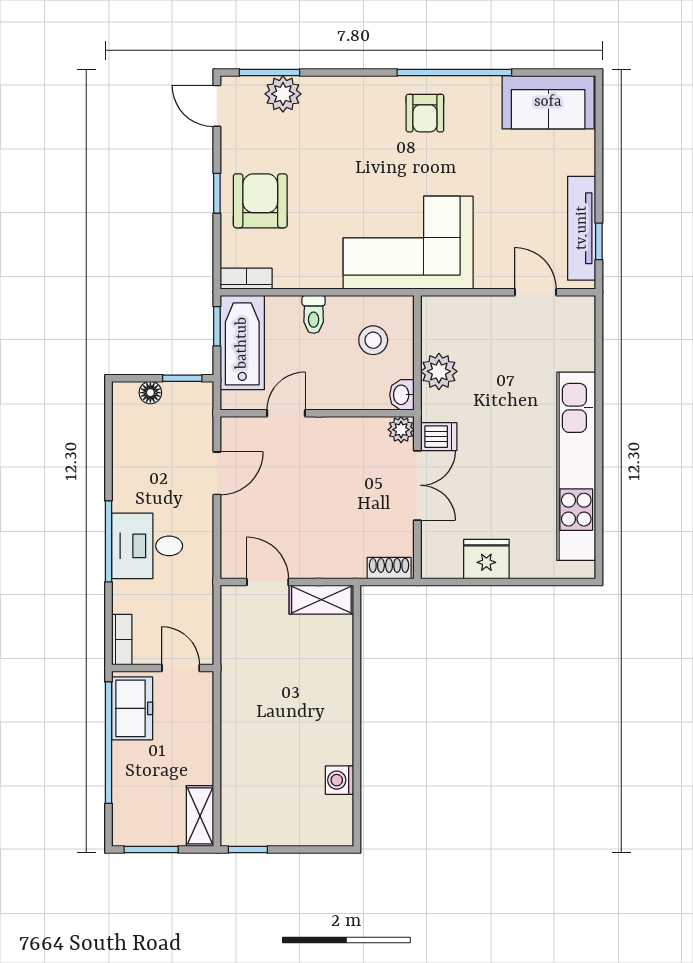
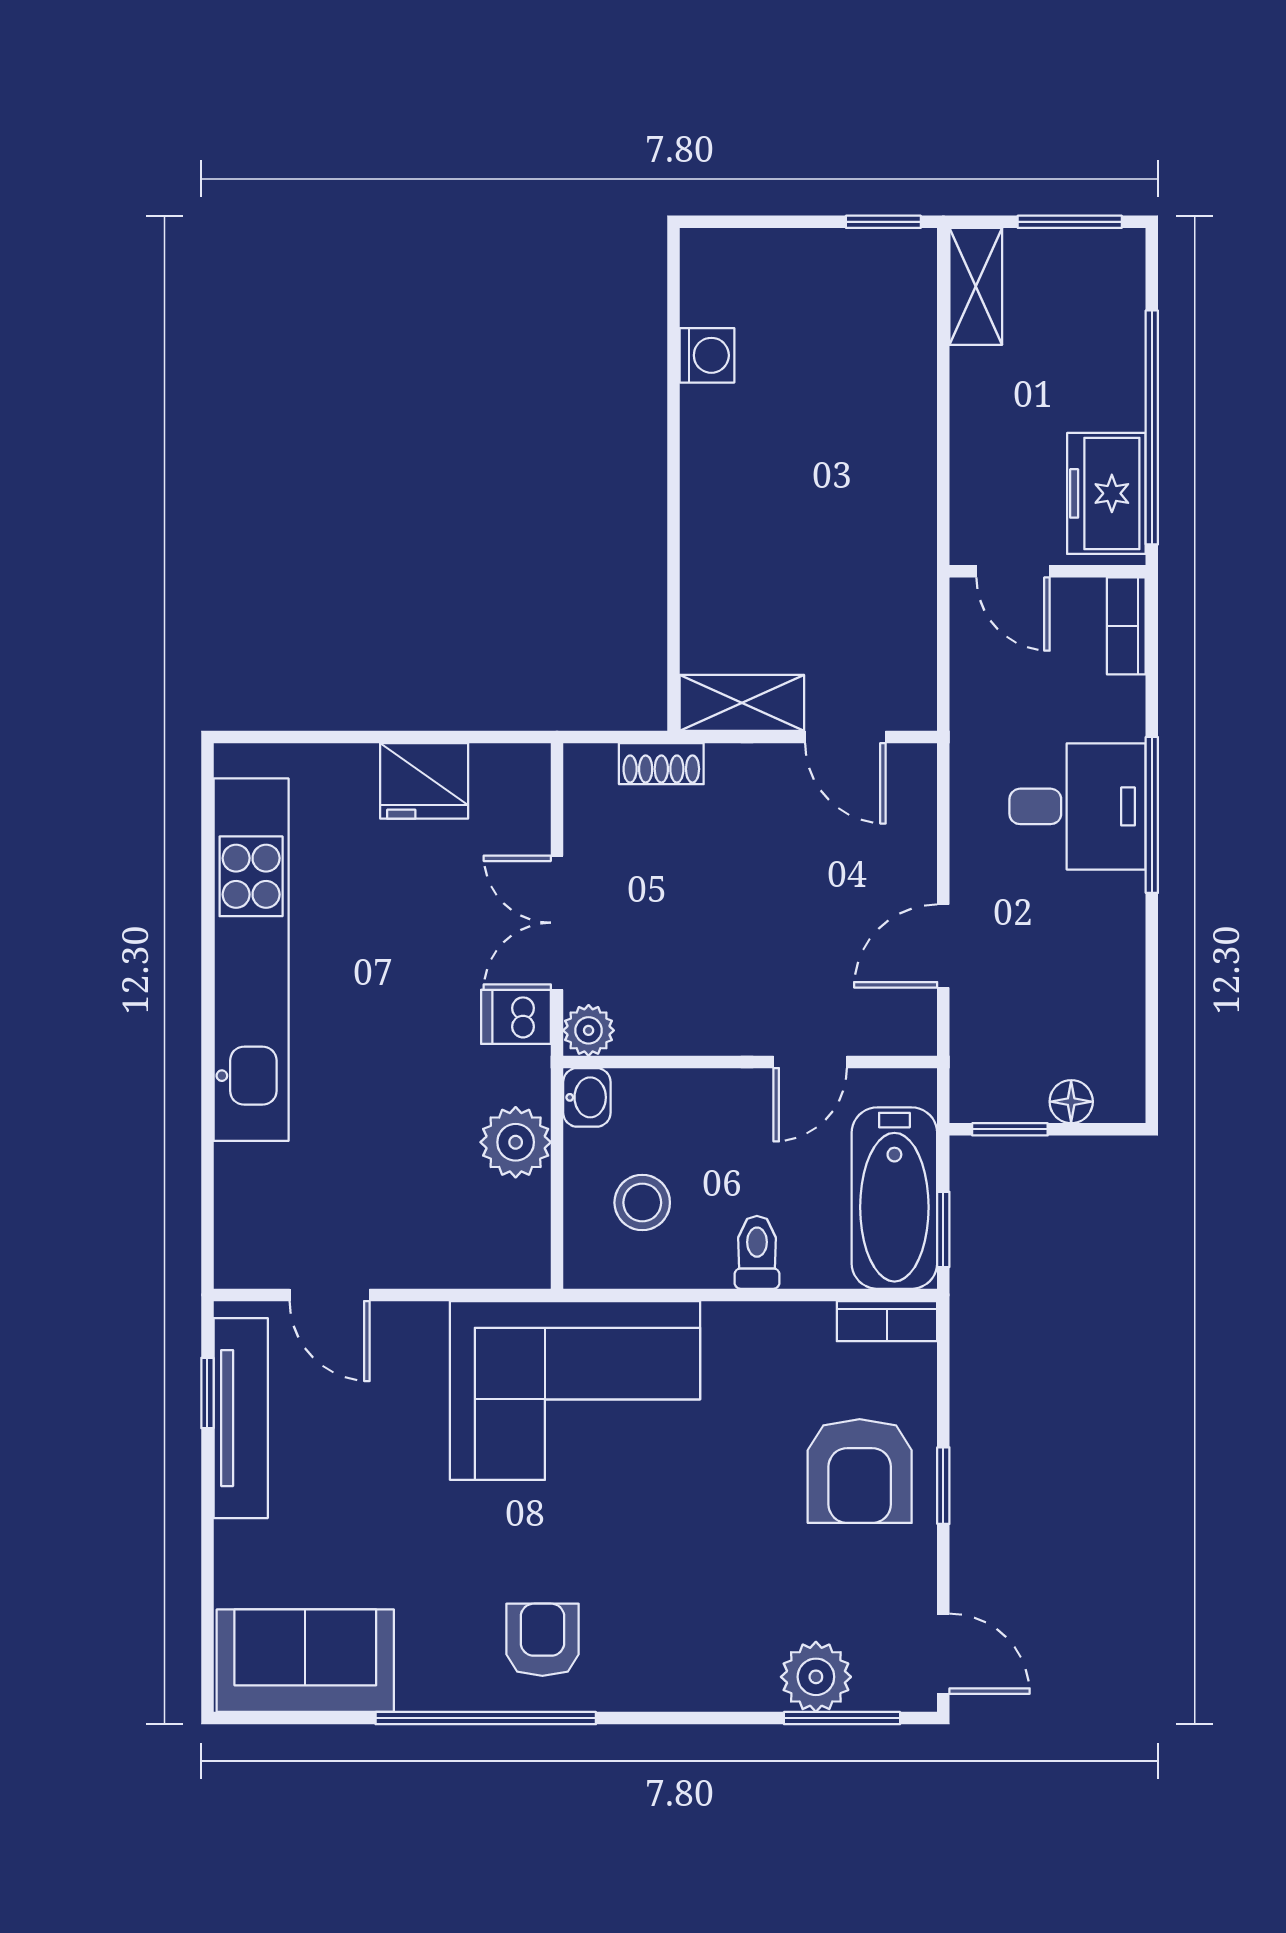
shoe rack: (389, 568) -> (661, 764), moved

